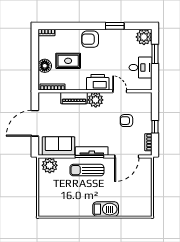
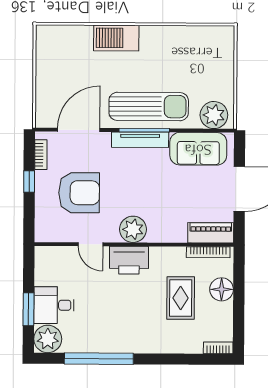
window: (115, 26) -> (99, 359), width x2.11
armchair: (90, 39) -> (142, 336), removed
rug: (68, 61) -> (181, 298), turned 90
desk: (140, 68) -> (54, 305), moved
piano: (74, 98) -> (211, 233), moved
armchair: (126, 121) -> (79, 193), width x1.88, depth x1.88
sun lounger: (87, 170) -> (149, 106), width x1.36, depth x1.34

